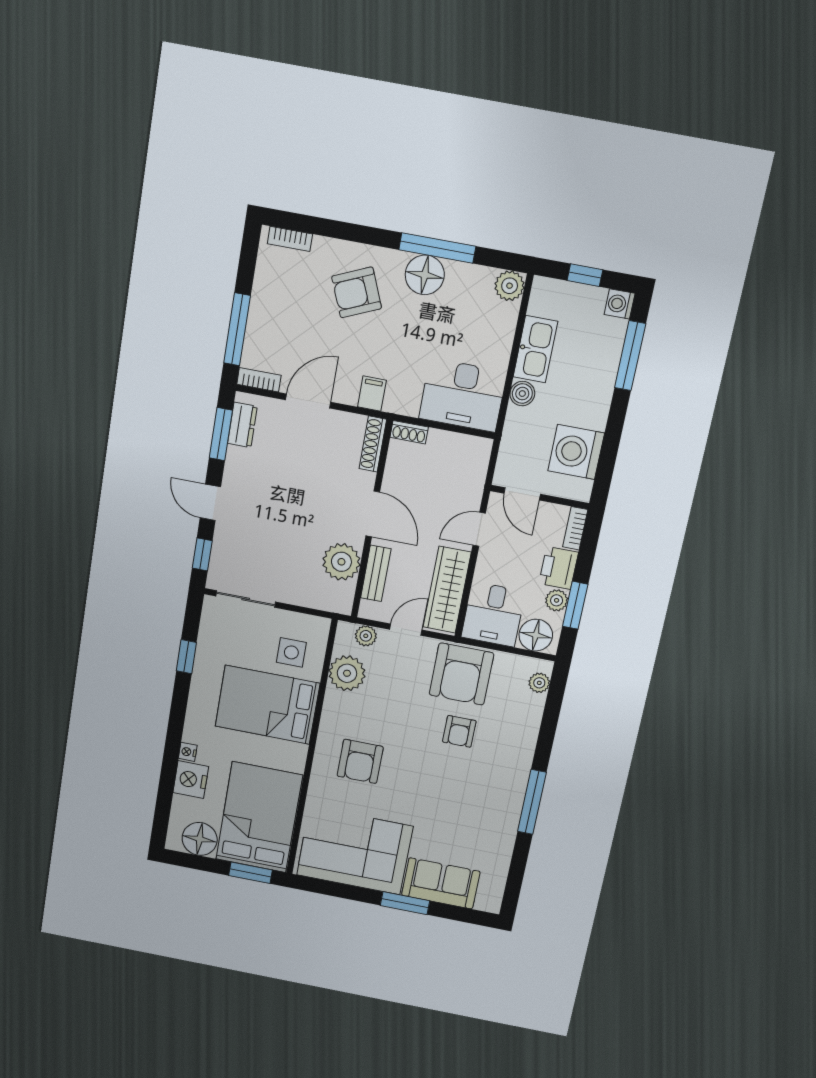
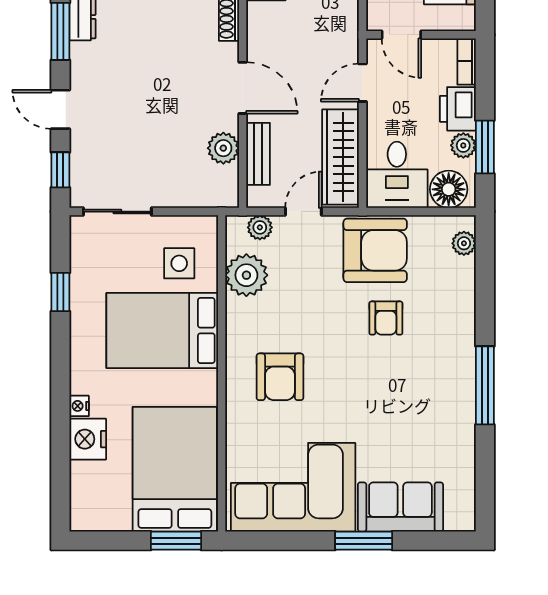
plant: (341, 562) -> (223, 148), width x0.73, depth x0.73
armchair: (461, 674) -> (375, 250), turned -90
floor lamp: (200, 839) -> (109, 511), removed

